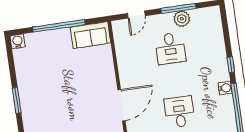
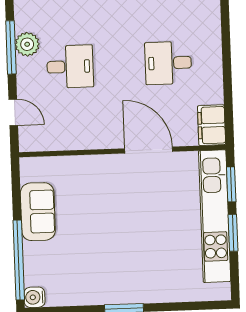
window: (59, 26) -> (19, 260), moved
sofa: (91, 35) -> (38, 212), moved

